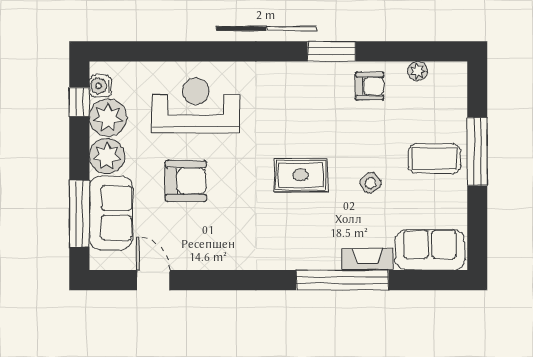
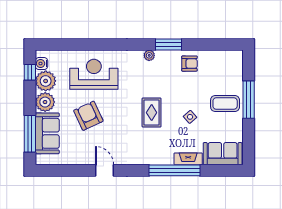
plant: (418, 71) -> (149, 55), moved
rug: (301, 175) -> (152, 113), turned 90
armchair: (186, 181) -> (88, 116), turned -115
door: (154, 280) -> (105, 170), moved

